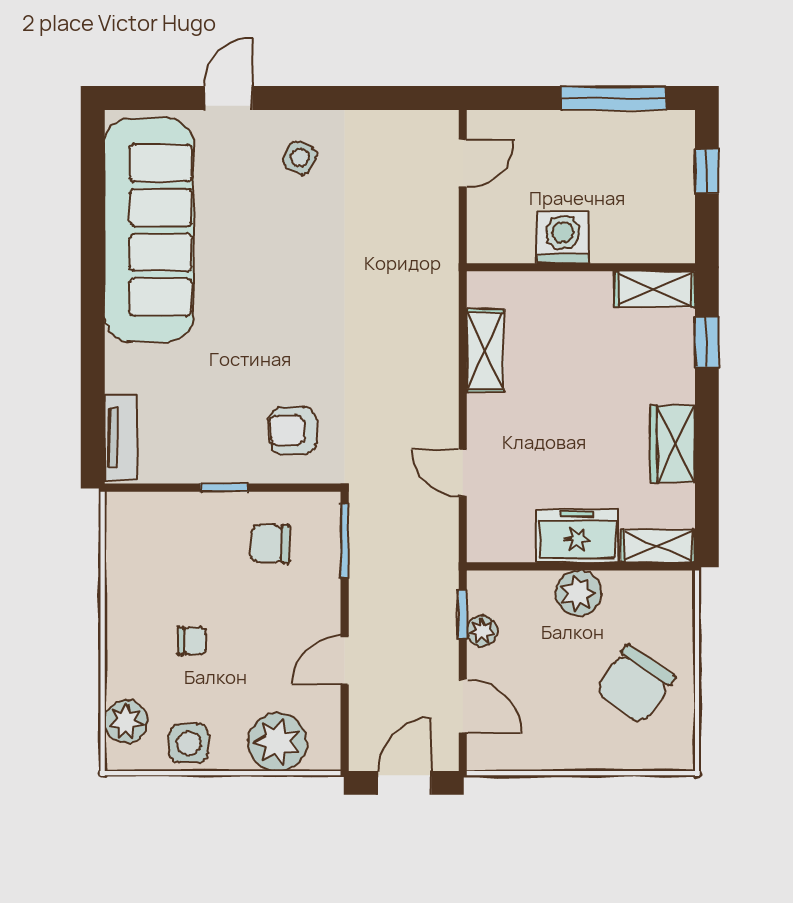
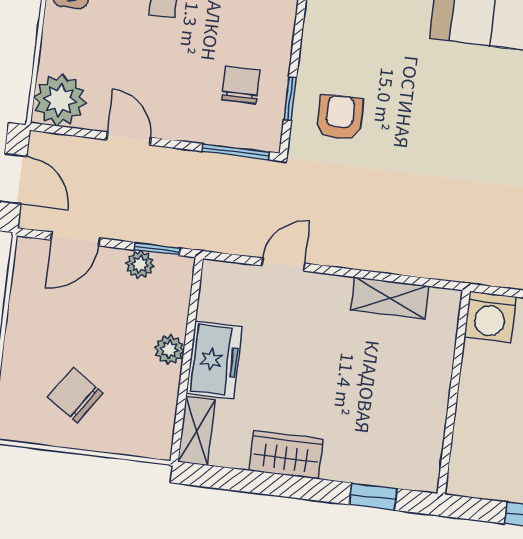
washing machine: (563, 237) -> (490, 317), moved, turned 90
shelving: (655, 289) -> (426, 456), removed
window: (224, 488) -> (290, 98), moved
plant: (578, 593) -> (169, 350), width x0.73, depth x0.73
chair: (635, 684) -> (75, 395), width x0.73, depth x0.73
plant: (277, 742) -> (60, 100), moved

